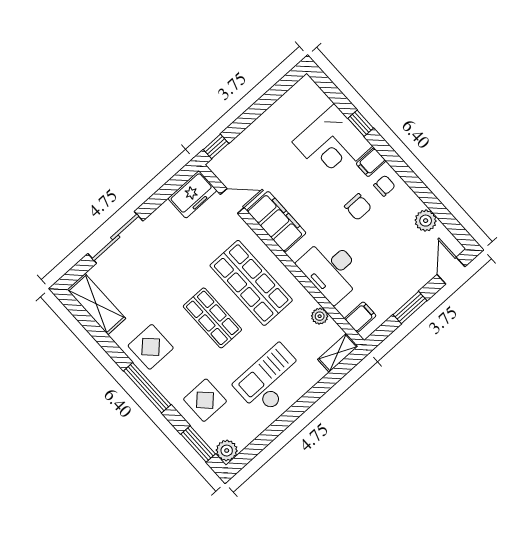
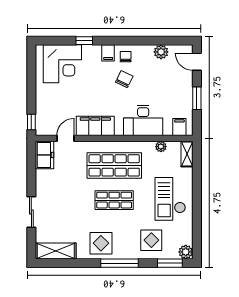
corner desk: (332, 144) -> (62, 64), moved
chair: (358, 207) -> (124, 79), turned -64
sliding door: (115, 237) -> (31, 212), width x0.73

